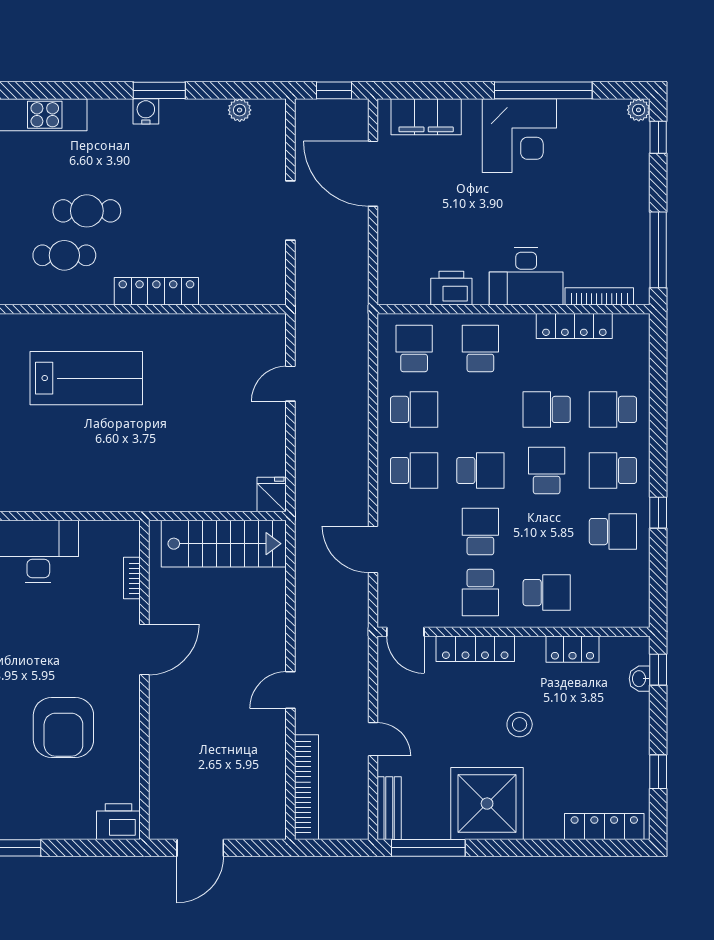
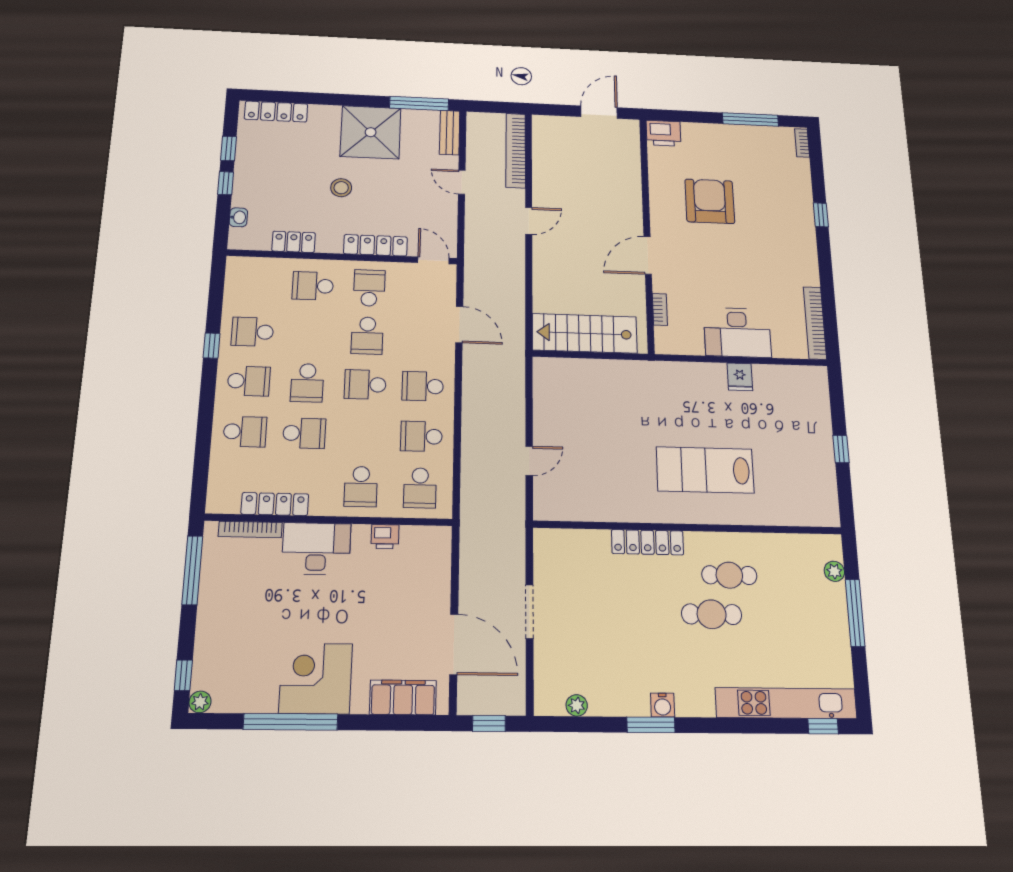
printer: (451, 288) -> (385, 537), width x0.73, depth x0.81
fridge: (272, 495) -> (740, 377), moved
window: (658, 670) -> (226, 183), moved

